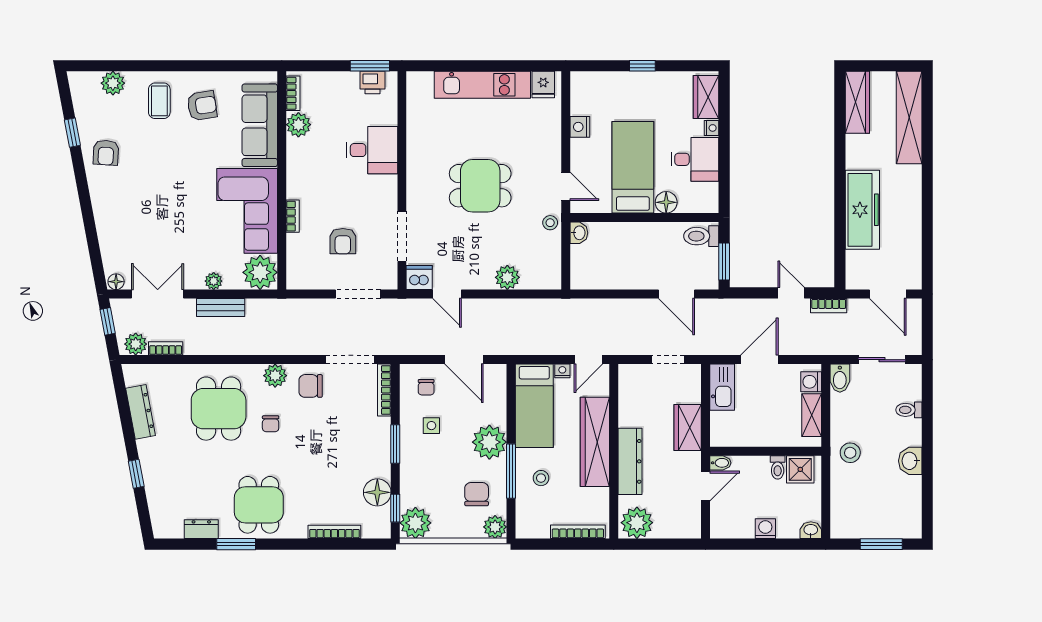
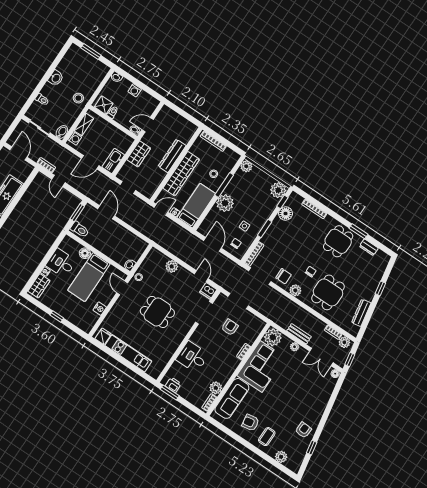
chair: (477, 494) -> (245, 185), removed
plant: (637, 523) -> (186, 129), removed

